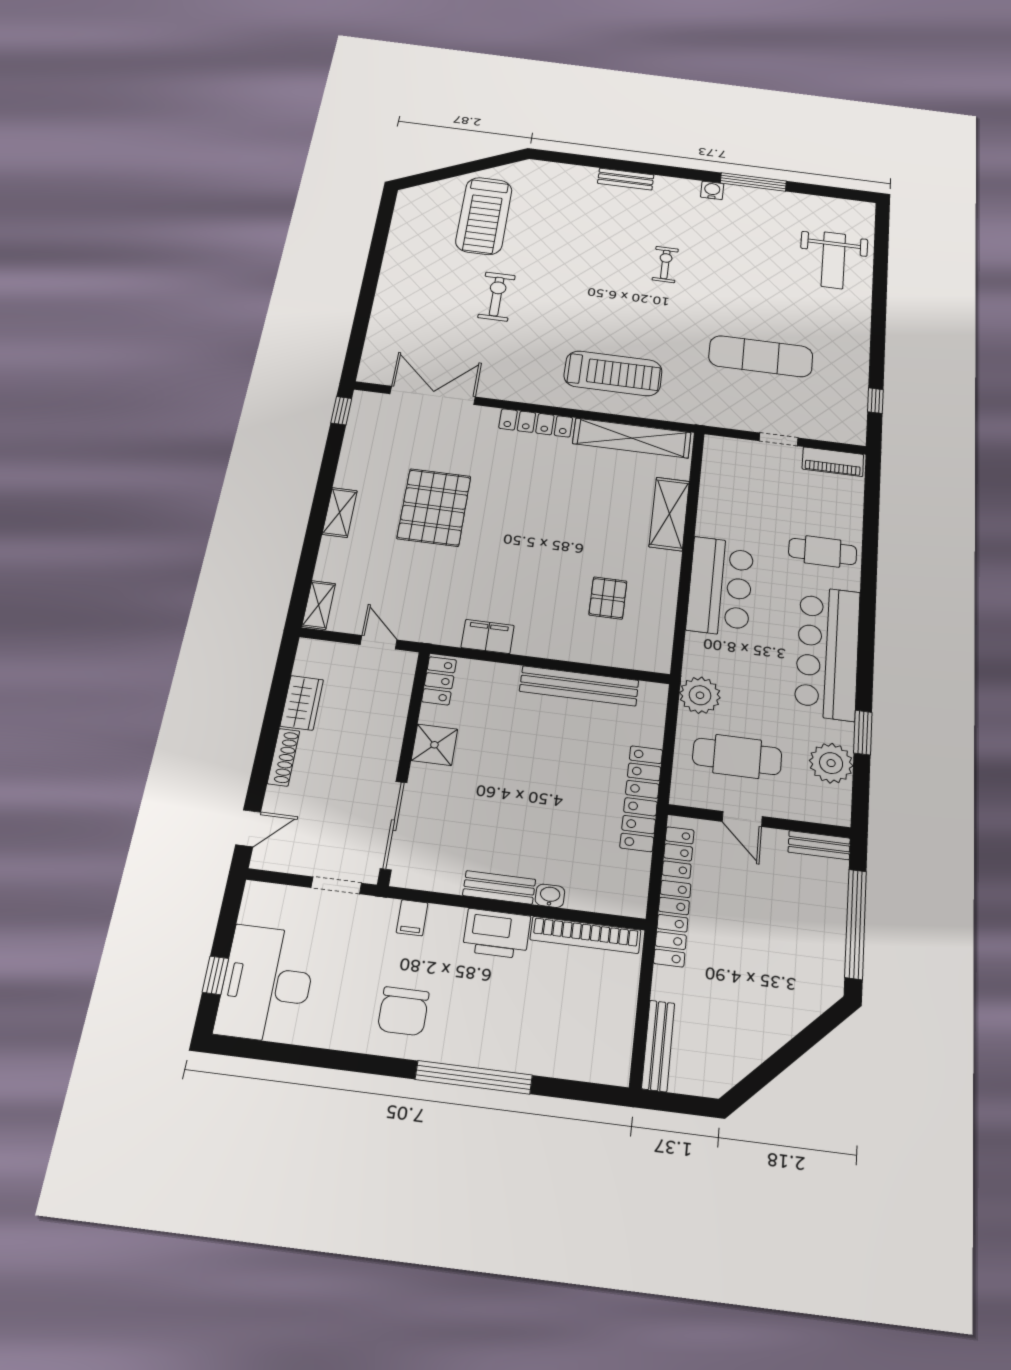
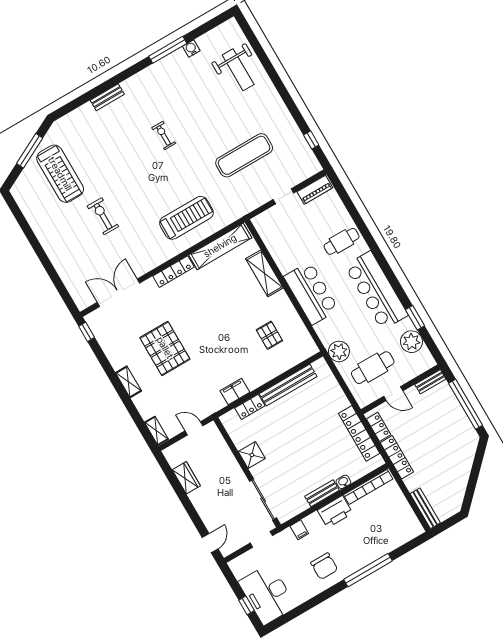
window: (468, 168) -> (30, 151), added
water cooler: (712, 190) -> (191, 48), moved
locker: (439, 681) -> (250, 407), moved, turned 90
shoe rack: (284, 757) -> (199, 505), removed
locker: (641, 798) -> (359, 433), moved

